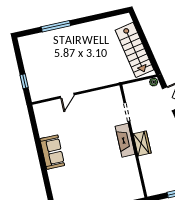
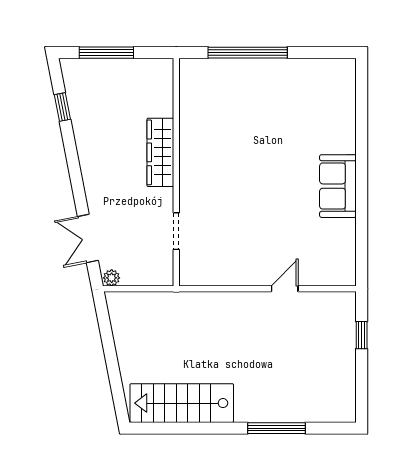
stairs: (135, 50) -> (182, 403), moved, turned -79
fireplace: (125, 140) -> (192, 177), removed
wardrobe: (142, 143) -> (160, 152), width x1.50

